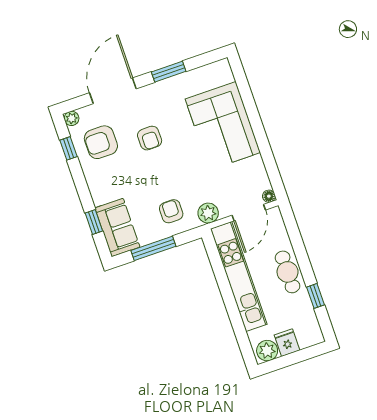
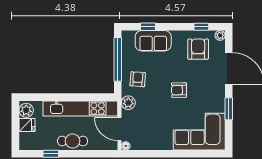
corner sofa: (223, 126) -> (199, 132), moved
armchair: (150, 138) -> (179, 90), moved
armchair: (171, 211) -> (138, 79), turned -86
sofa: (117, 227) -> (153, 41), moved
window: (153, 248) -> (118, 59), width x1.46

